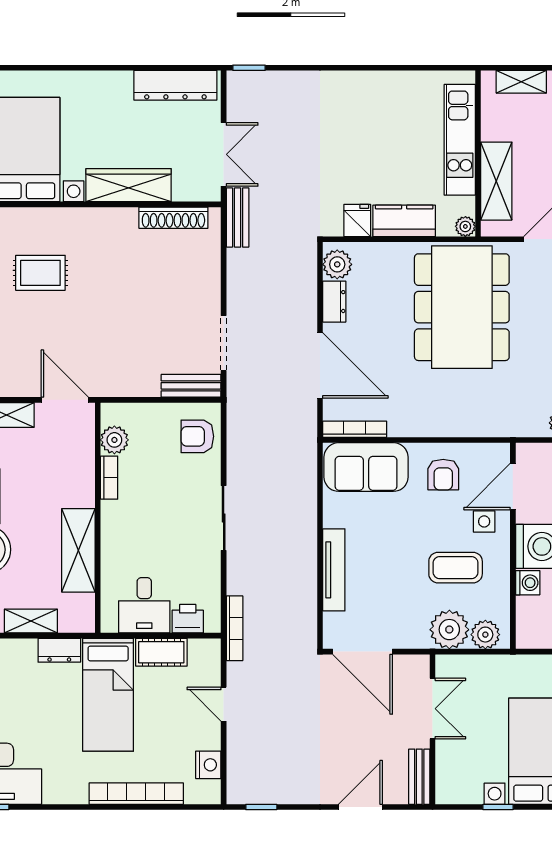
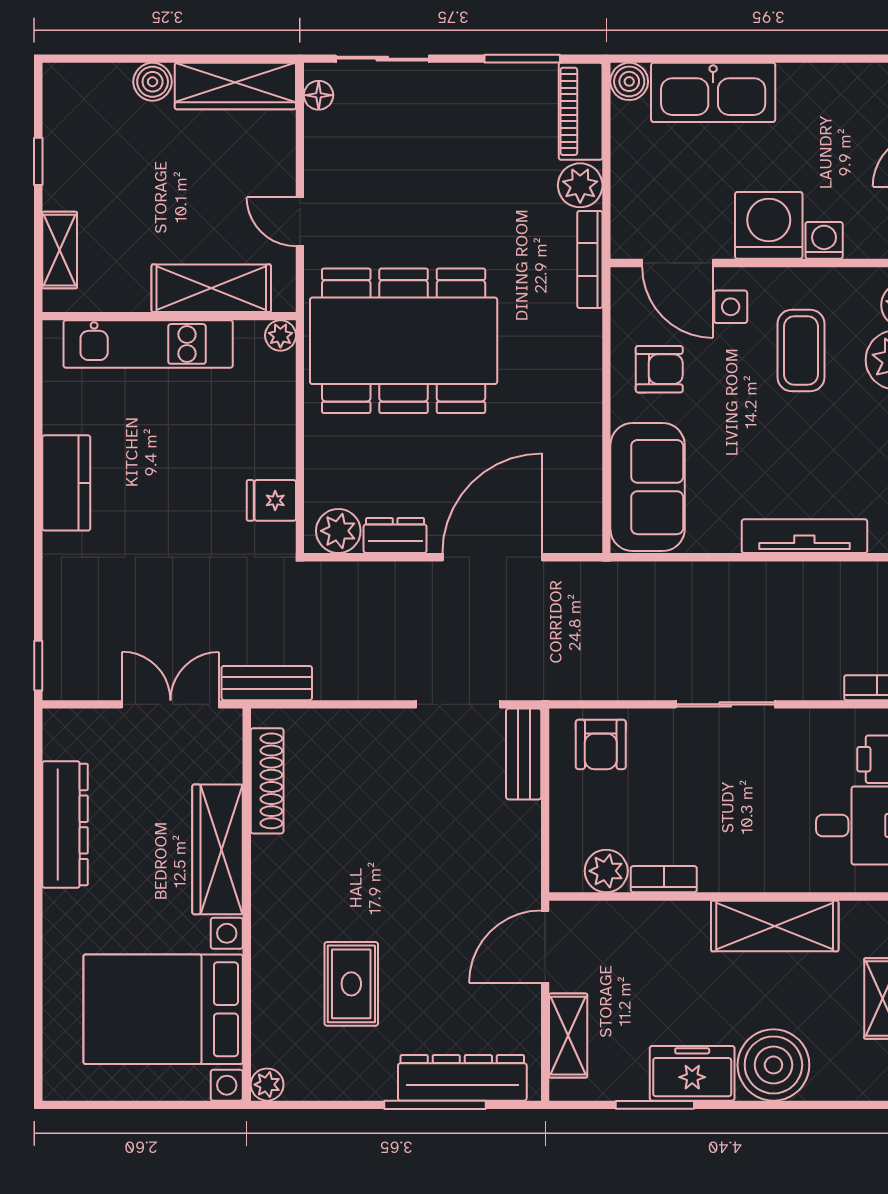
dresser: (175, 85) -> (65, 825), moved
kitchen counter: (404, 221) -> (66, 483), moved, turned 180
bookcase: (355, 429) -> (590, 259), moved

